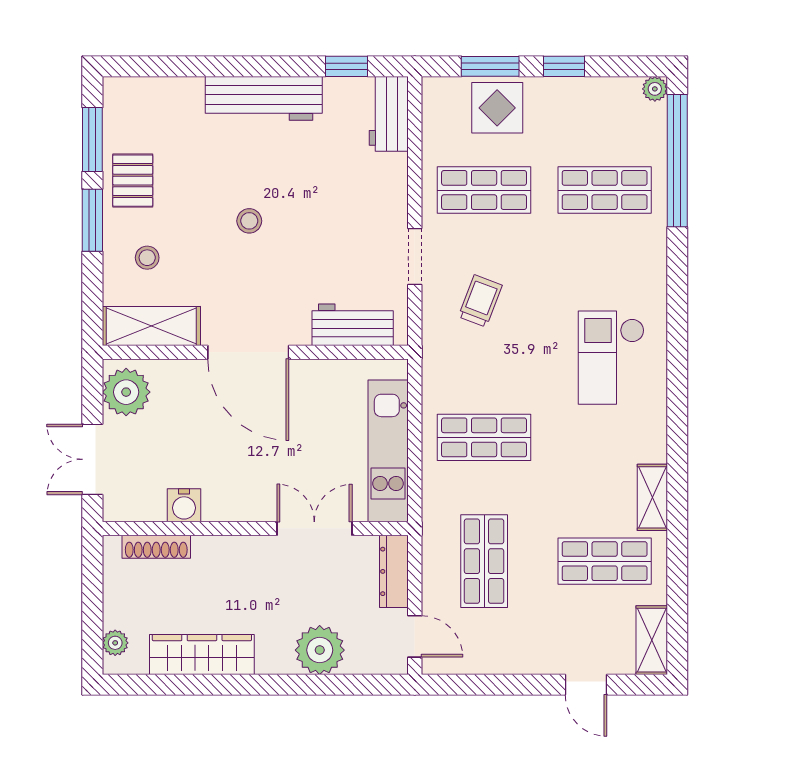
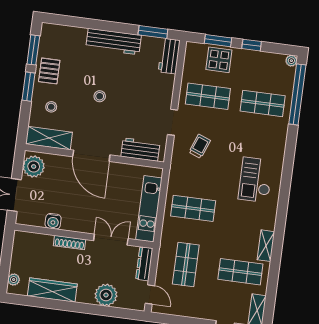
window: (347, 66) -> (153, 32), width x1.50
shoe rack: (156, 547) -> (69, 243), moved

